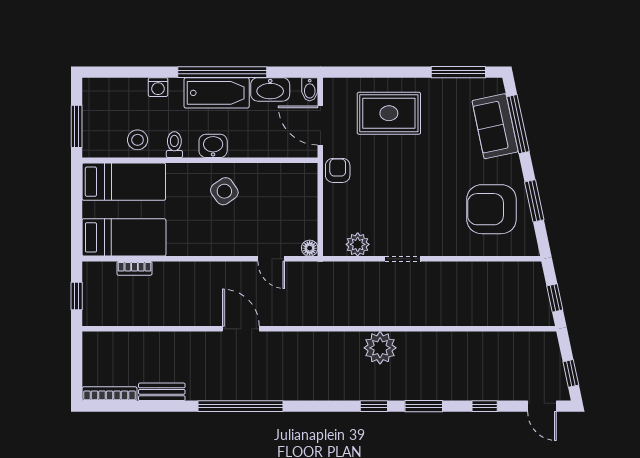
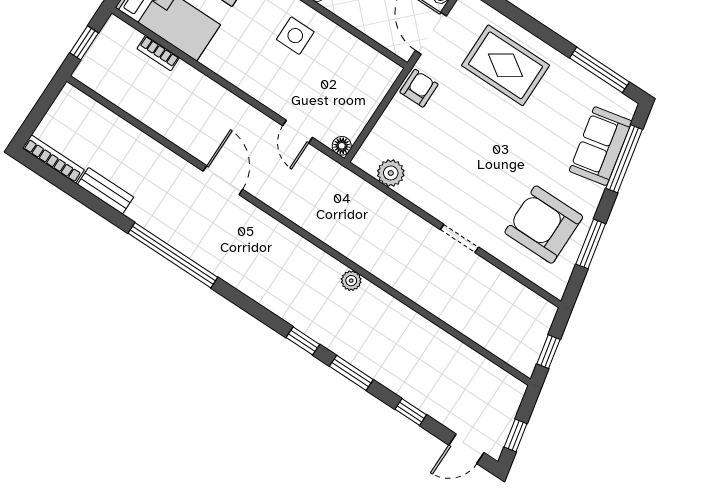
side table: (224, 191) -> (295, 36), turned 35
doorway: (402, 259) -> (459, 238), moved
plant: (380, 348) -> (351, 281), width x0.53, depth x0.53
door: (542, 406) -> (466, 449), hinge flipped

